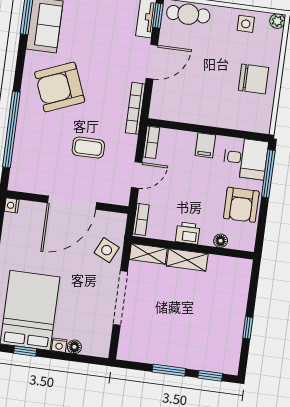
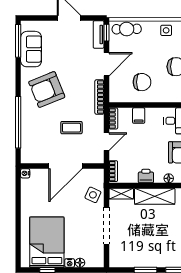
chair: (200, 95) -> (142, 82), added
filing cabinet: (205, 145) -> (139, 116), moved
shelving: (187, 260) -> (155, 196), width x1.50, depth x1.33

